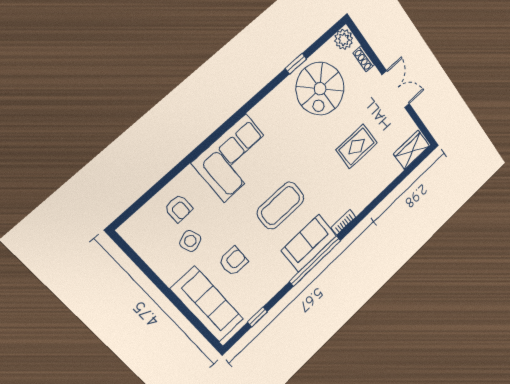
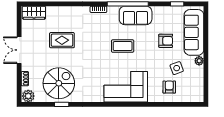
coffee table: (281, 205) -> (123, 46), width x0.73, depth x0.76
sofa: (309, 243) -> (136, 15), moved
armchair: (233, 261) -> (166, 41), turned 180
plant: (169, 277) -> (199, 61), added

